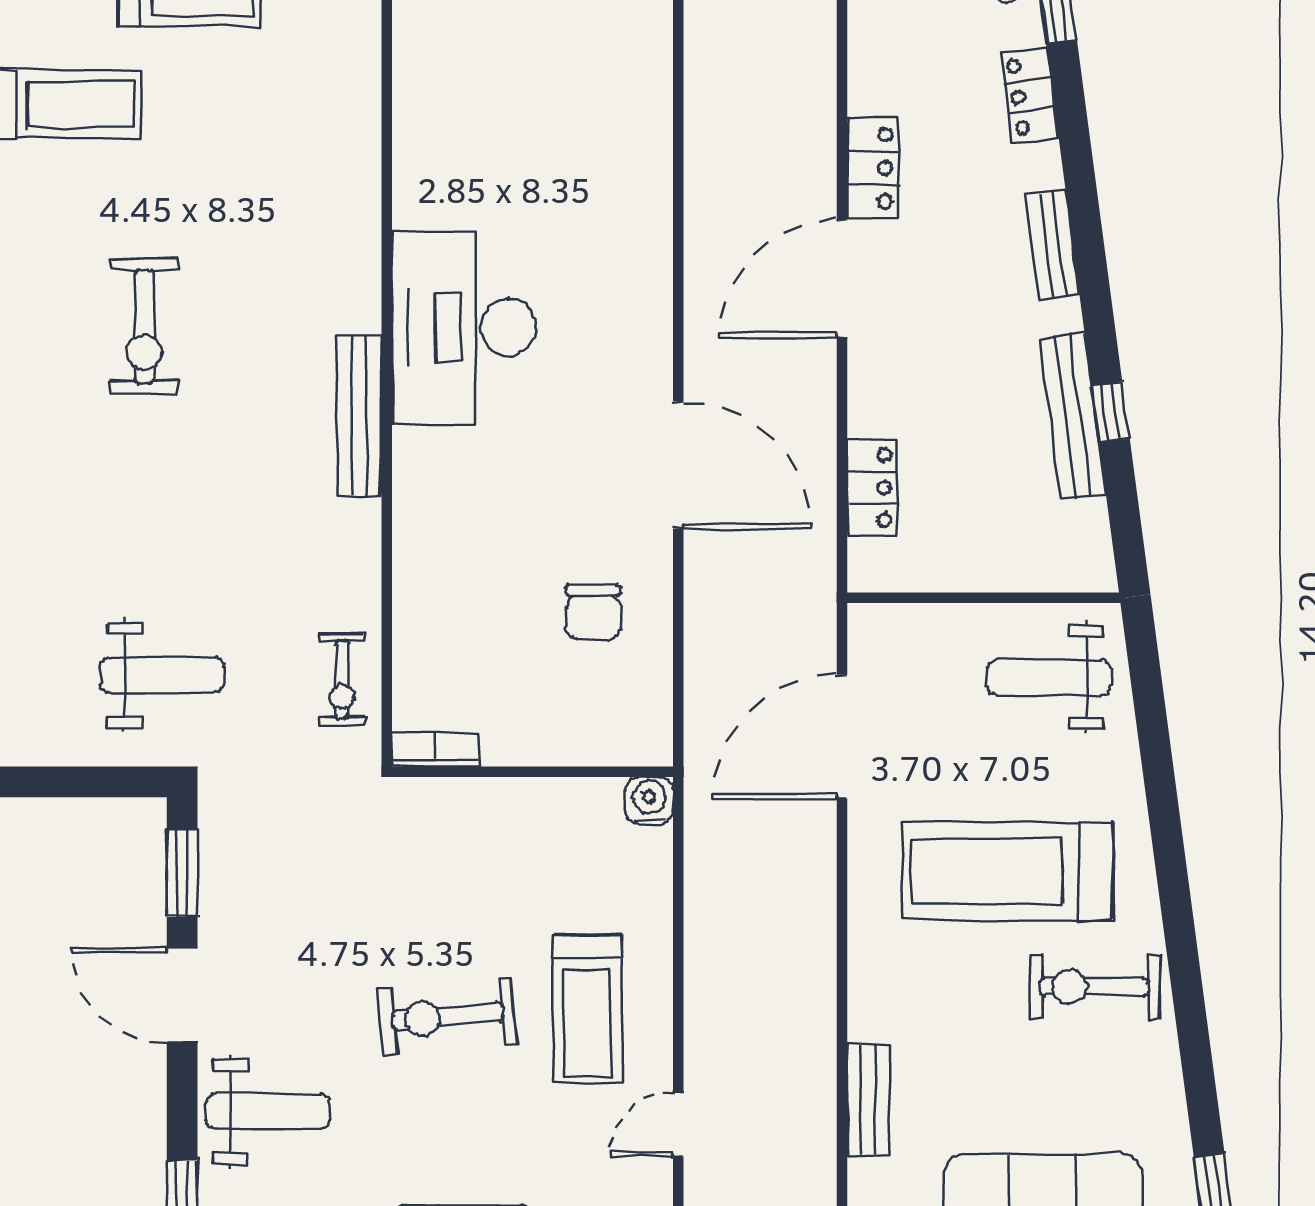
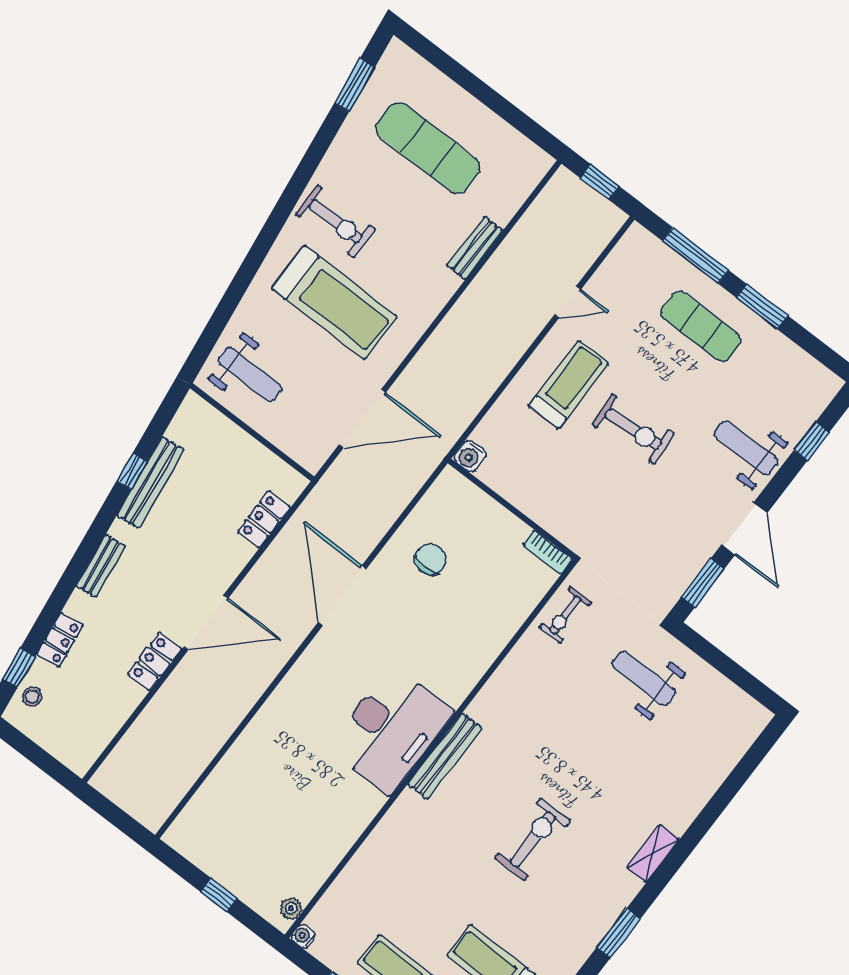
bench: (359, 416) -> (445, 756), moved
exercise bike: (342, 680) -> (565, 615), turned 180

